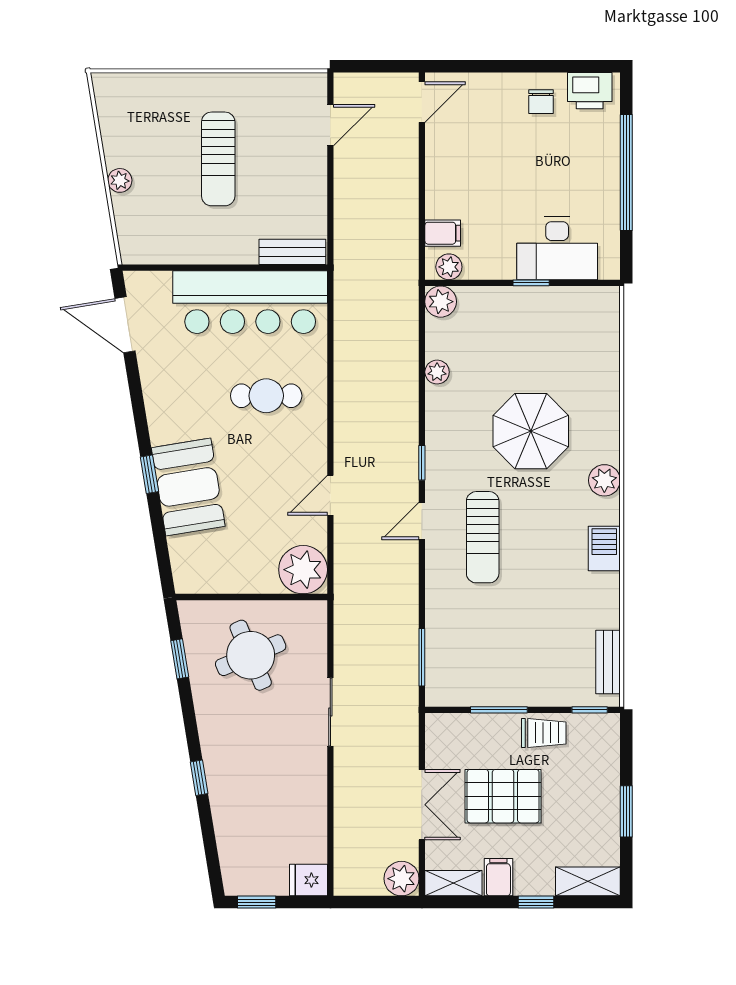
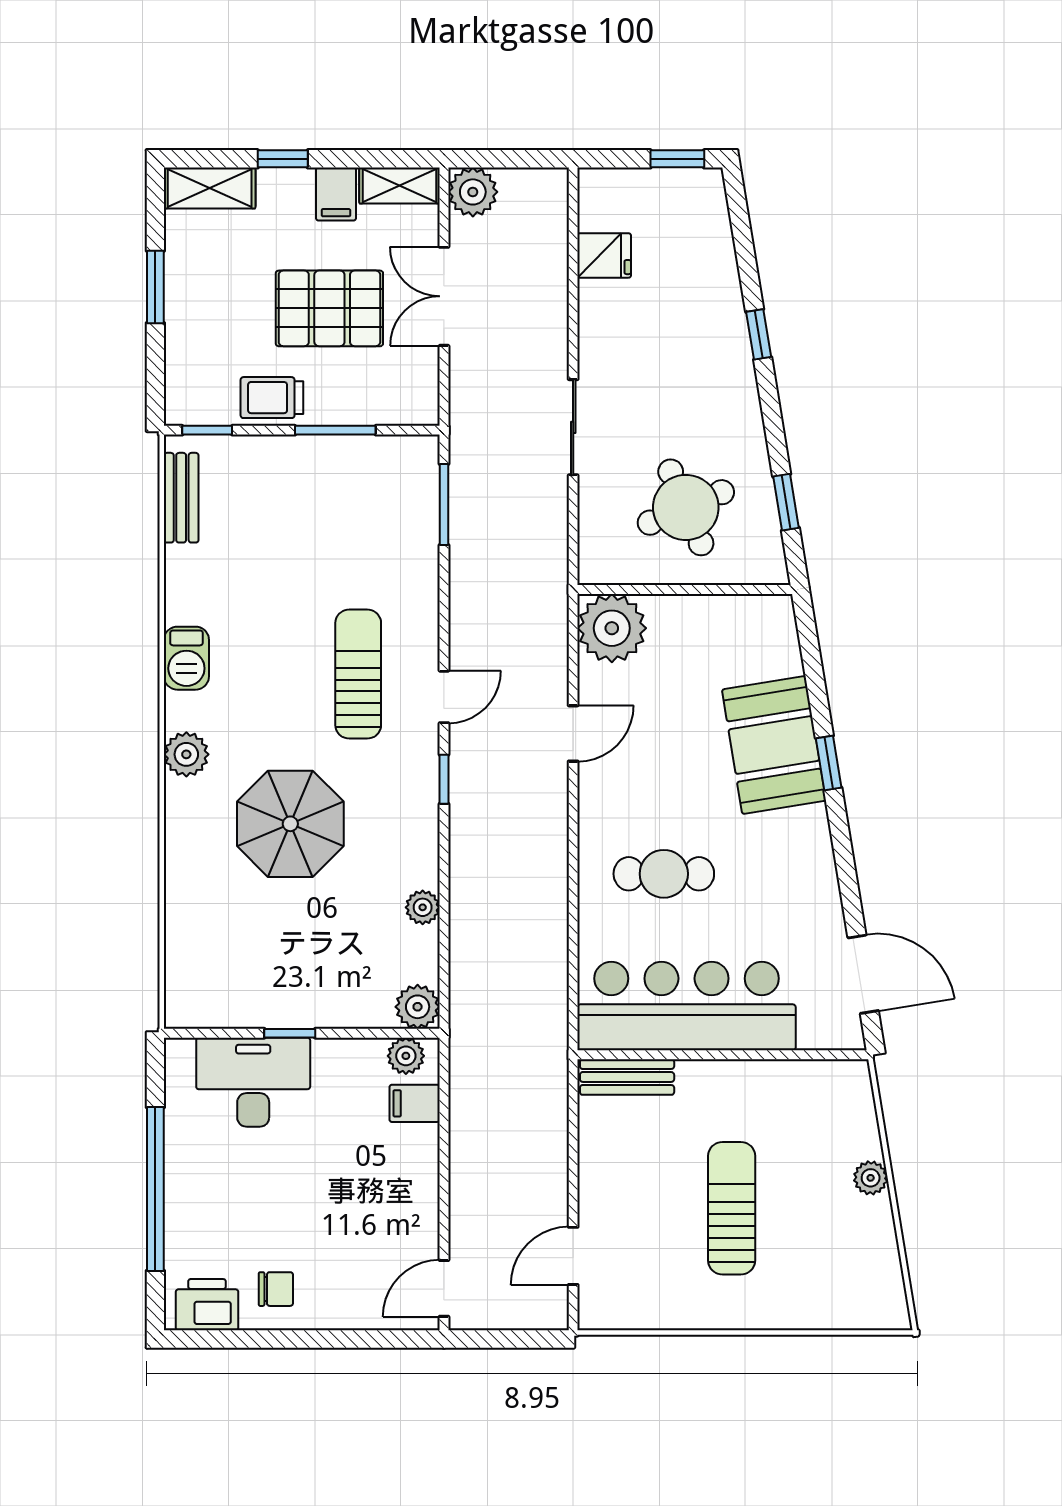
chair: (541, 102) -> (276, 1289), turned 90
fridge: (308, 880) -> (604, 255), moved

